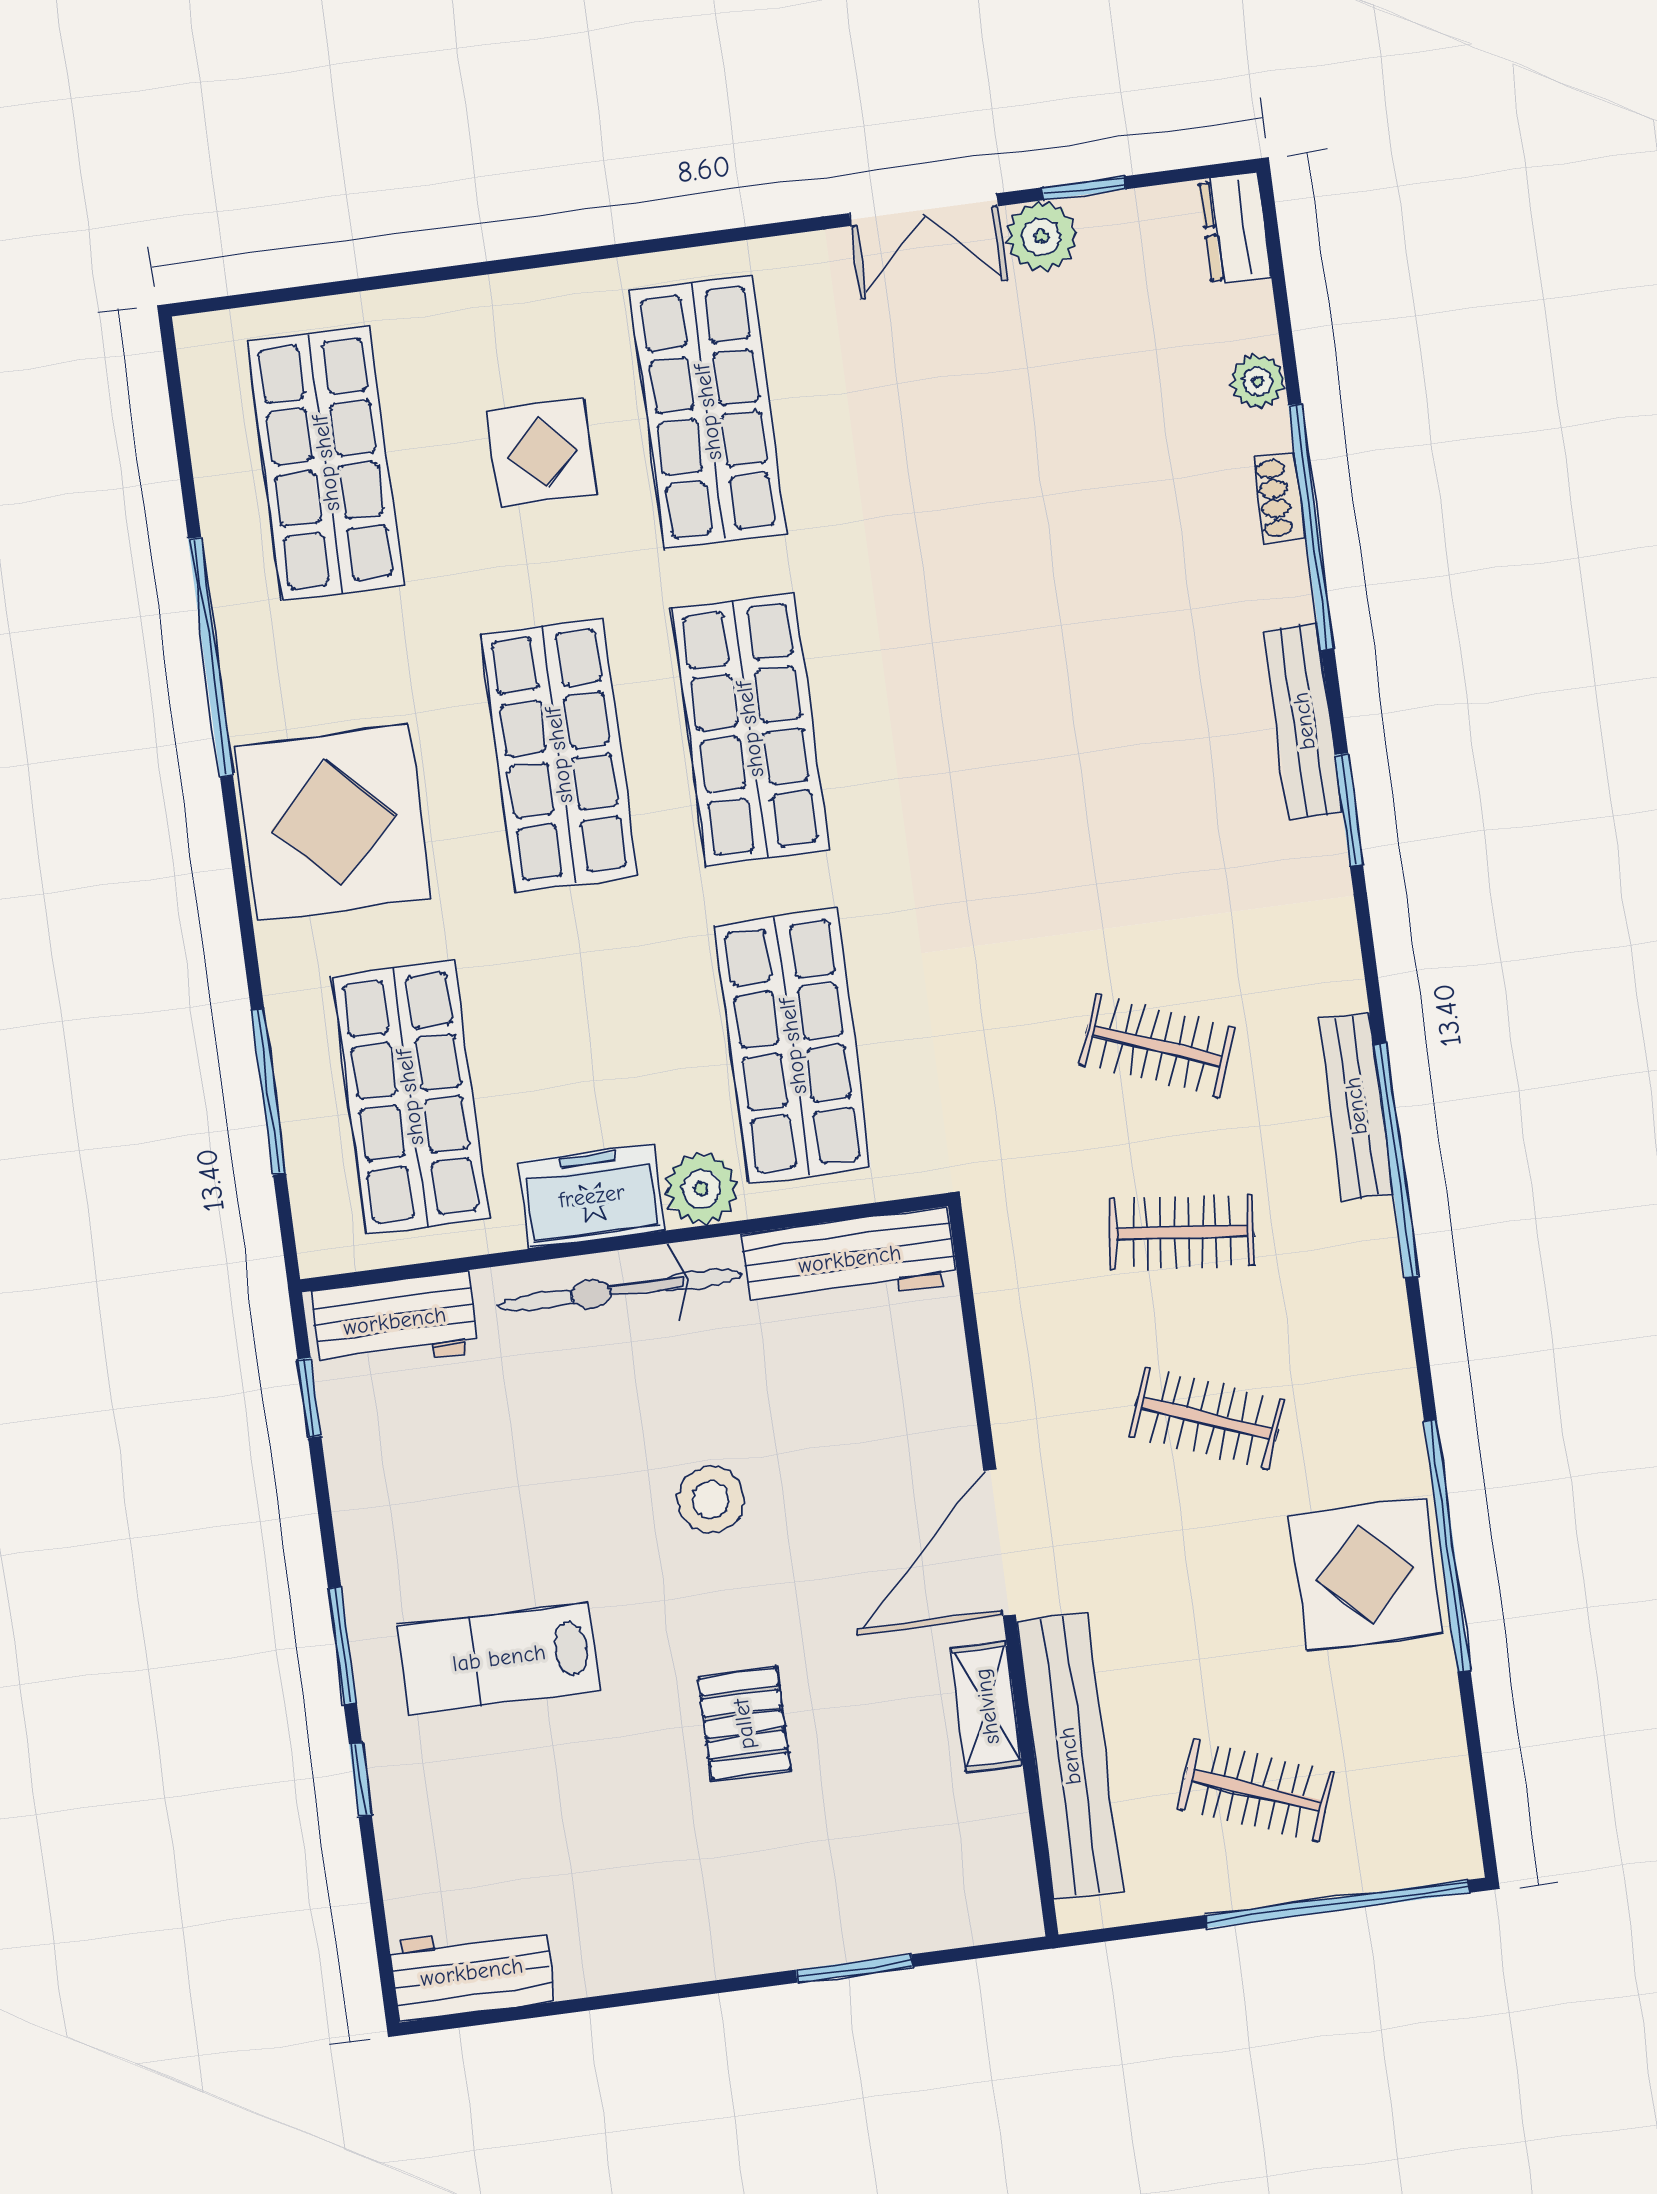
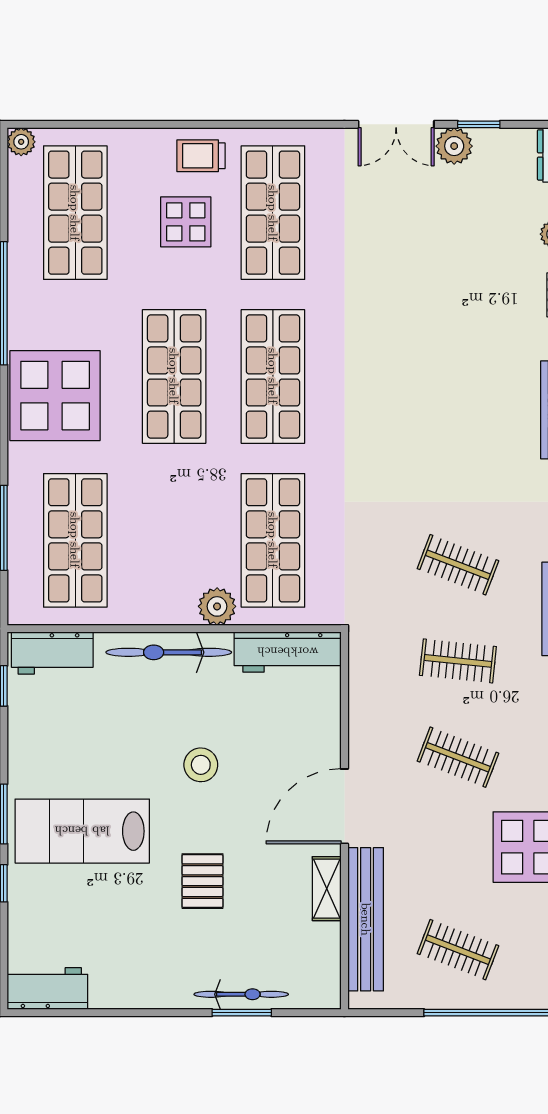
trolley: (554, 321) -> (201, 156), added
plant: (203, 340) -> (21, 142), added
freezer: (592, 1196) -> (161, 603), removed
lab bench: (499, 1658) -> (82, 831), width x1.36, depth x1.39
bicycle: (848, 1933) -> (241, 994), added

